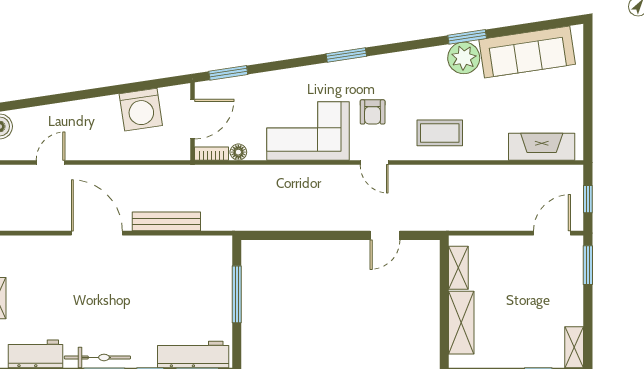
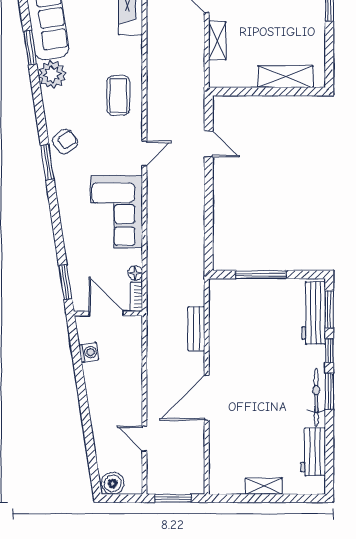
window: (467, 37) -> (30, 48), moved
window: (346, 55) -> (47, 162), moved
washing machine: (141, 110) -> (89, 352), width x0.53, depth x0.53
armchair: (373, 112) -> (65, 142), moved, turned -36
bench: (166, 221) -> (196, 328), width x0.73
shelving: (458, 268) -> (217, 41), moved, turned 90

